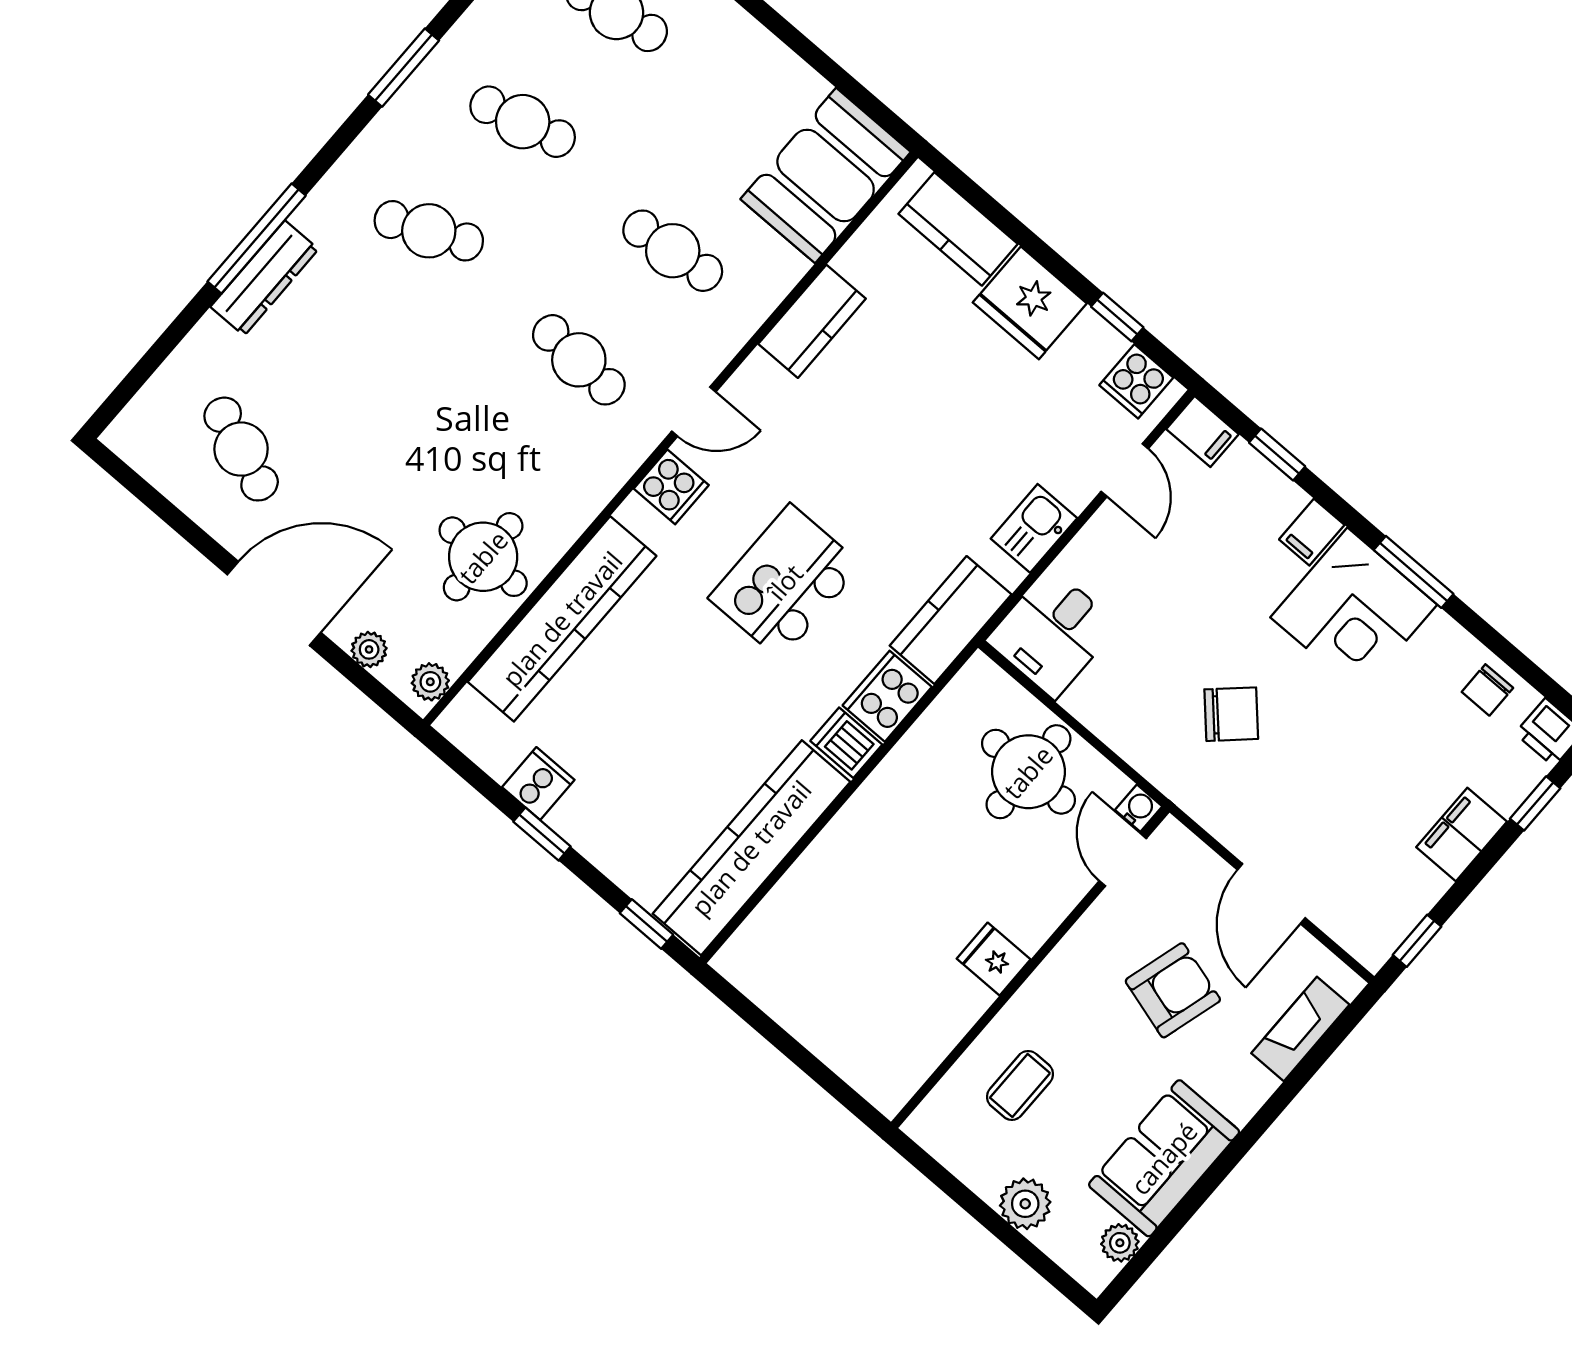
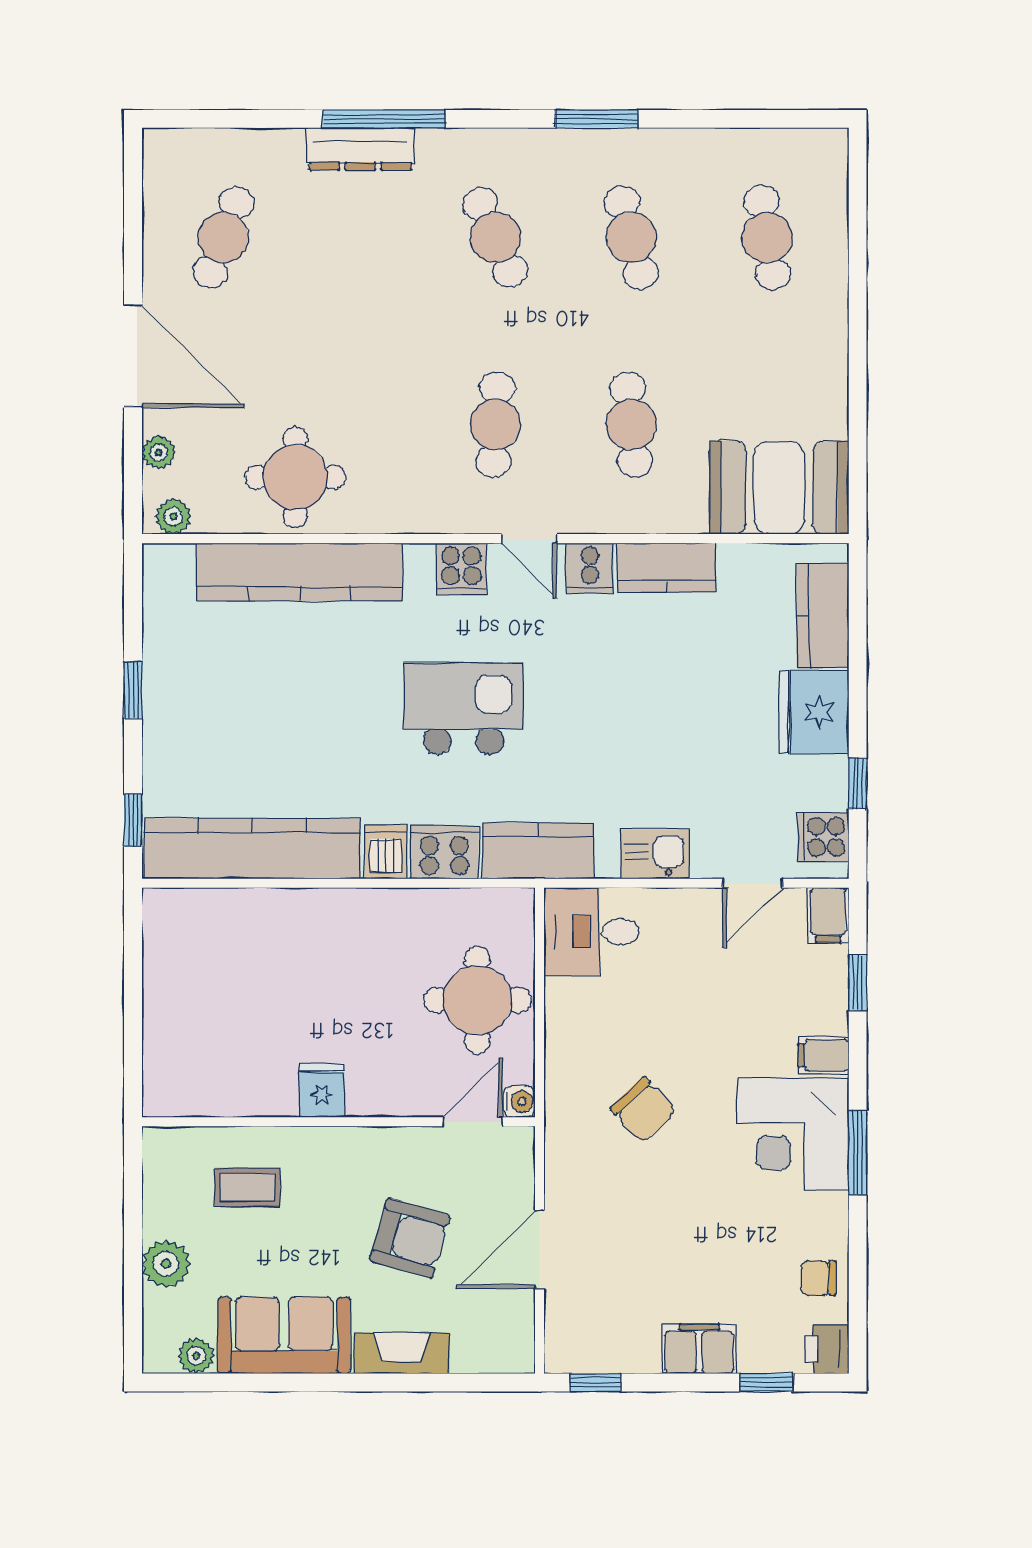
cooker: (538, 783) -> (590, 568), moved, turned 90
fireplace: (1300, 1029) -> (402, 1353), moved

